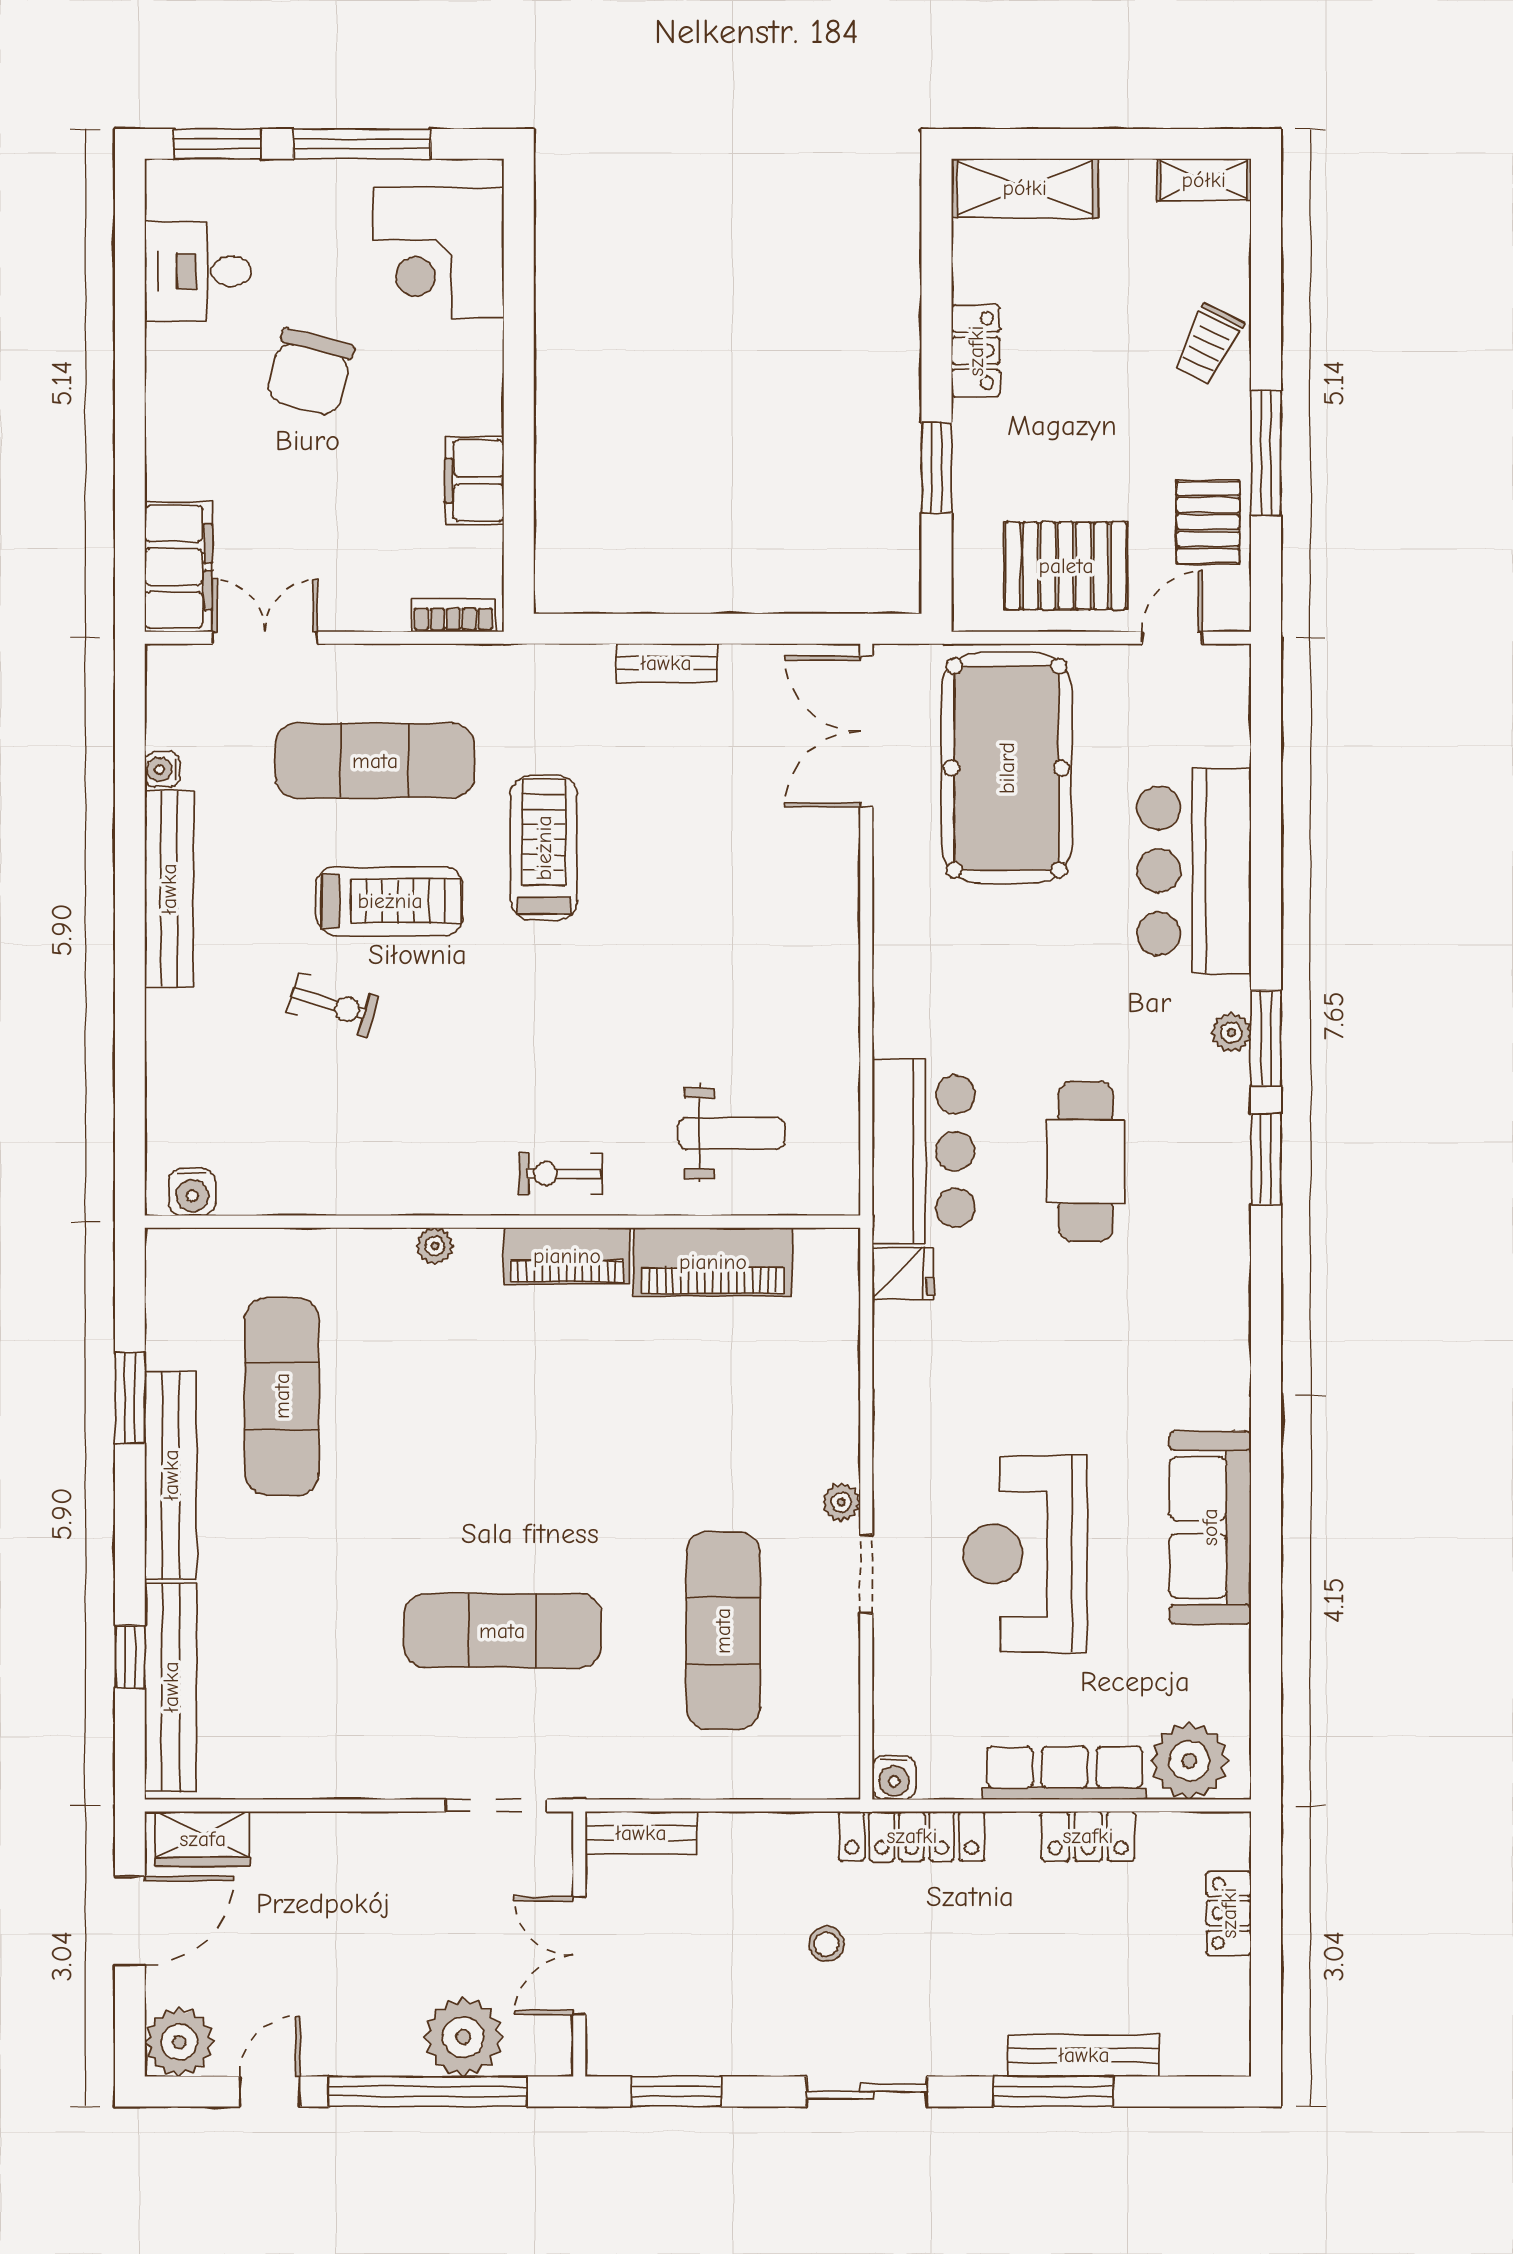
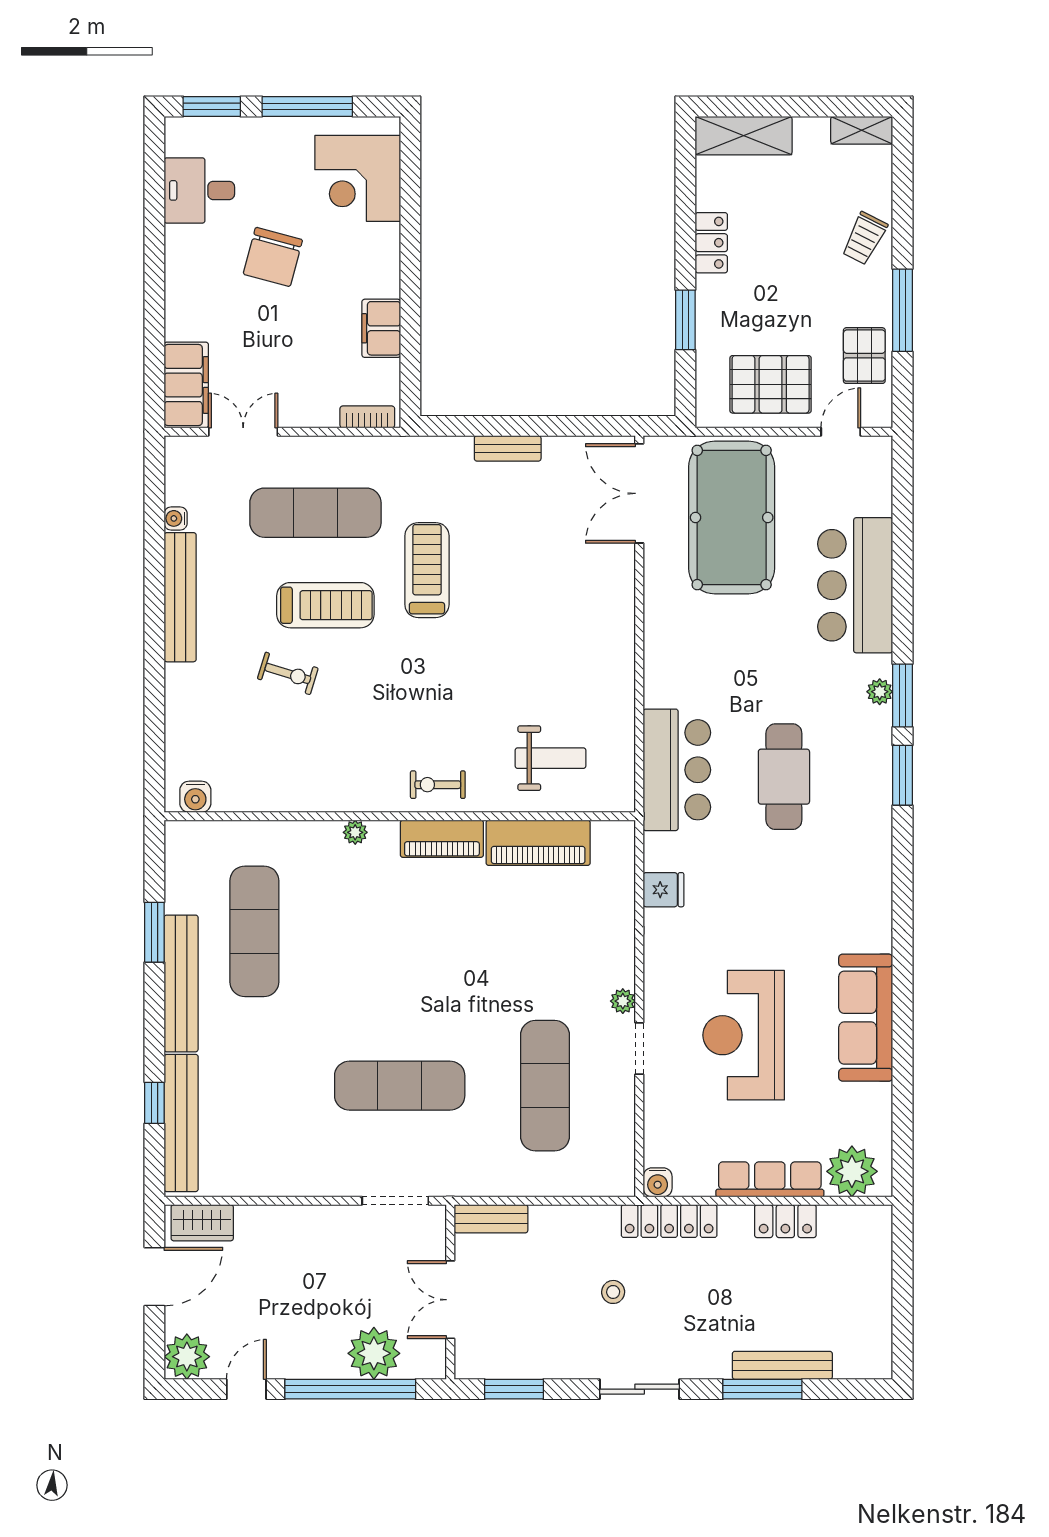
fridge: (903, 1273) -> (663, 890), moved
locker: (1229, 1913) -> (878, 1272), removed

